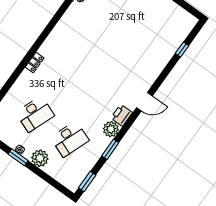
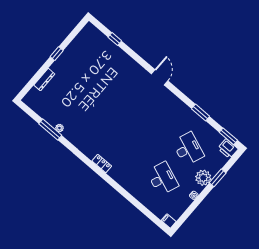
locker: (35, 62) -> (102, 164), moved
printer: (122, 115) -> (228, 149), moved
plant: (111, 129) -> (182, 110), removed
window: (18, 157) -> (218, 178), moved

